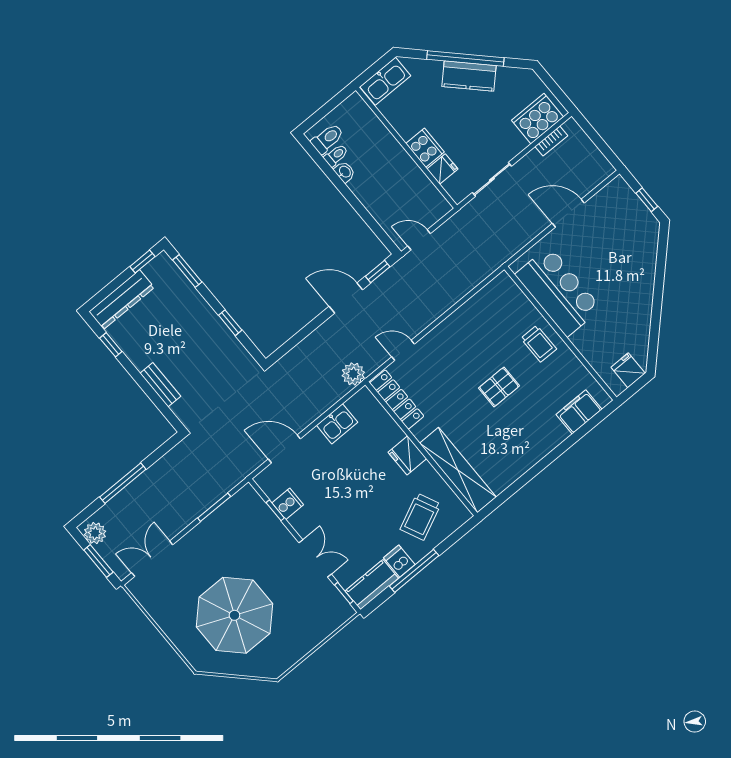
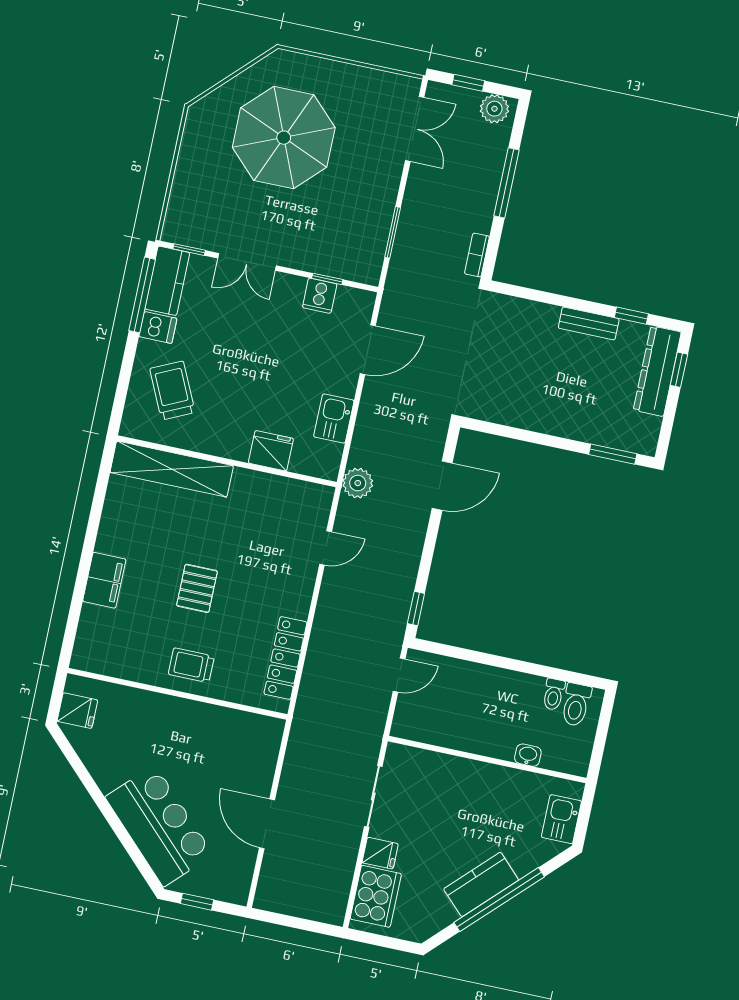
kitchen sink: (385, 81) -> (561, 819), width x0.73
bookcase: (551, 141) -> (477, 255), moved
cooker: (425, 148) -> (468, 775), removed
fridge: (442, 169) -> (380, 853), moved, turned -90
washbasin: (345, 172) -> (528, 755), moved, turned 180
door: (568, 213) -> (267, 824), swing flipped
window: (142, 261) -> (679, 370), moved
bar counter: (558, 291) -> (159, 826), moved, turned -135
door: (346, 298) -> (442, 486), moved
window: (230, 323) -> (526, 436), removed
bench: (160, 385) -> (589, 323), moved
locker: (397, 400) -> (285, 658), moved, turned 90
filing cabinet: (579, 412) -> (104, 580), moved
fridge: (407, 455) -> (271, 451), moved
window: (98, 561) -> (468, 83), width x0.67
window: (414, 571) -> (142, 295), moved

